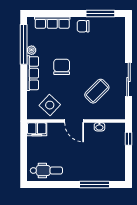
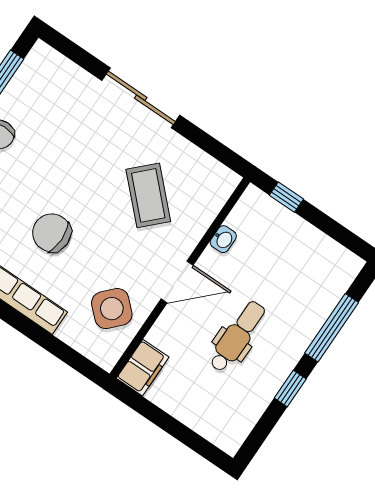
sliding door: (128, 79) -> (141, 98), moved
dental chair: (46, 170) -> (237, 336), moved
window: (64, 185) -> (290, 389), added

